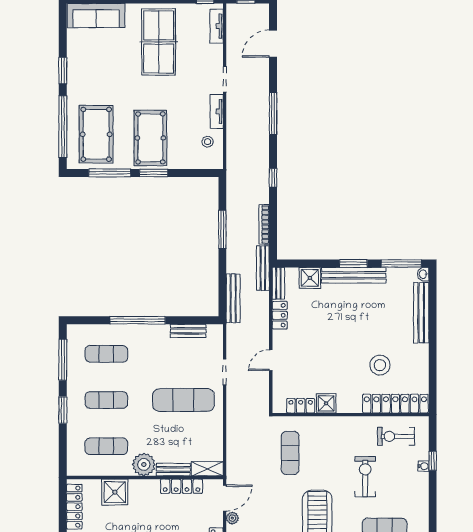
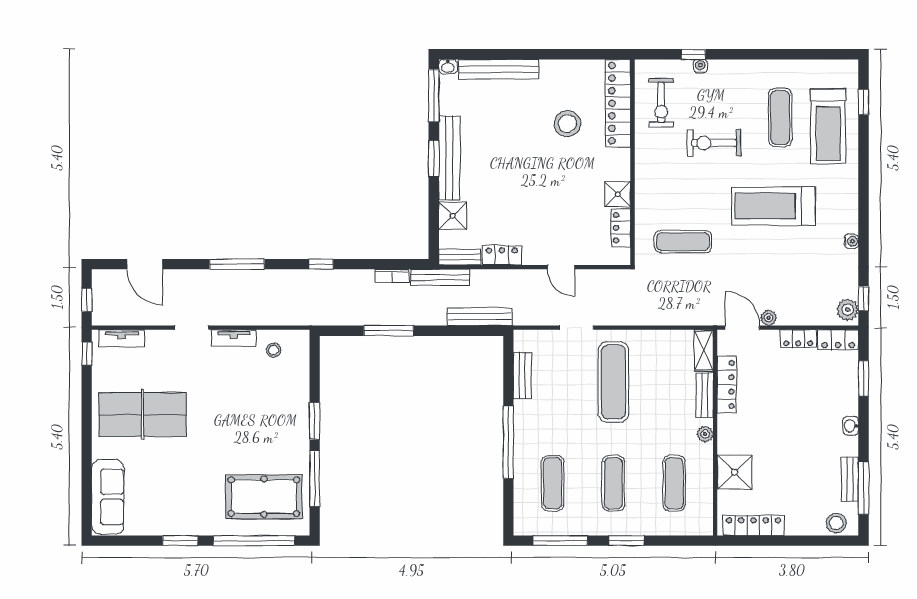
pool table: (150, 138) -> (269, 425), removed
bookcase: (264, 224) -> (392, 276), width x0.64
plant: (144, 464) -> (705, 434), width x0.53, depth x0.53

